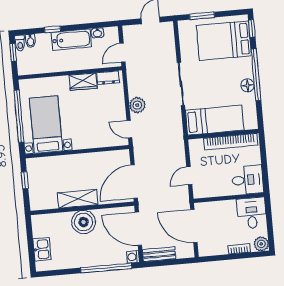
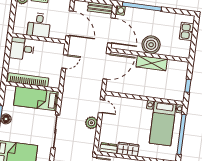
desk: (252, 213) -> (39, 25), moved

